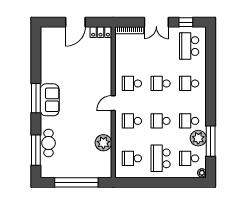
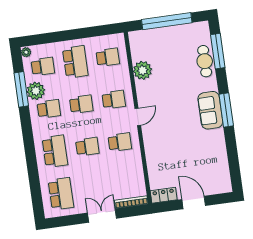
door: (75, 22) -> (194, 203), hinge flipped
window: (186, 22) -> (69, 220), removed
school desk: (189, 83) -> (55, 151), width x1.85

